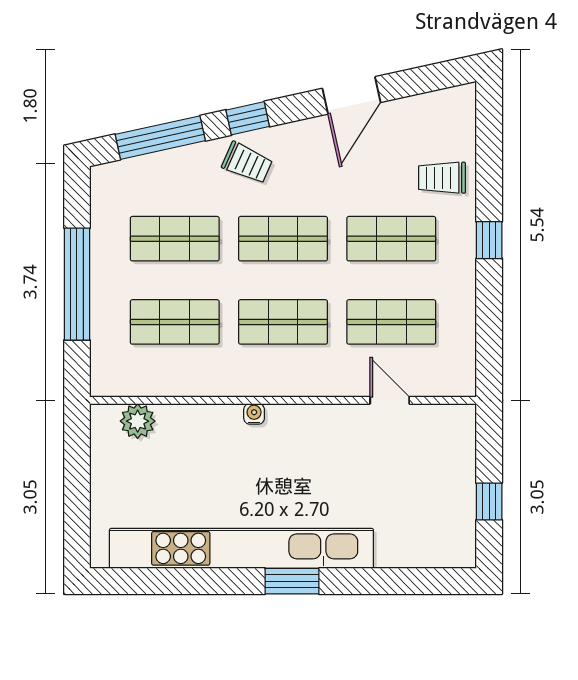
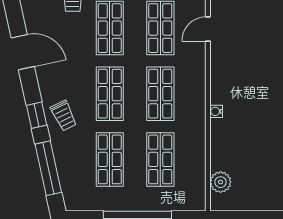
trolley: (247, 163) -> (64, 116), turned 130

